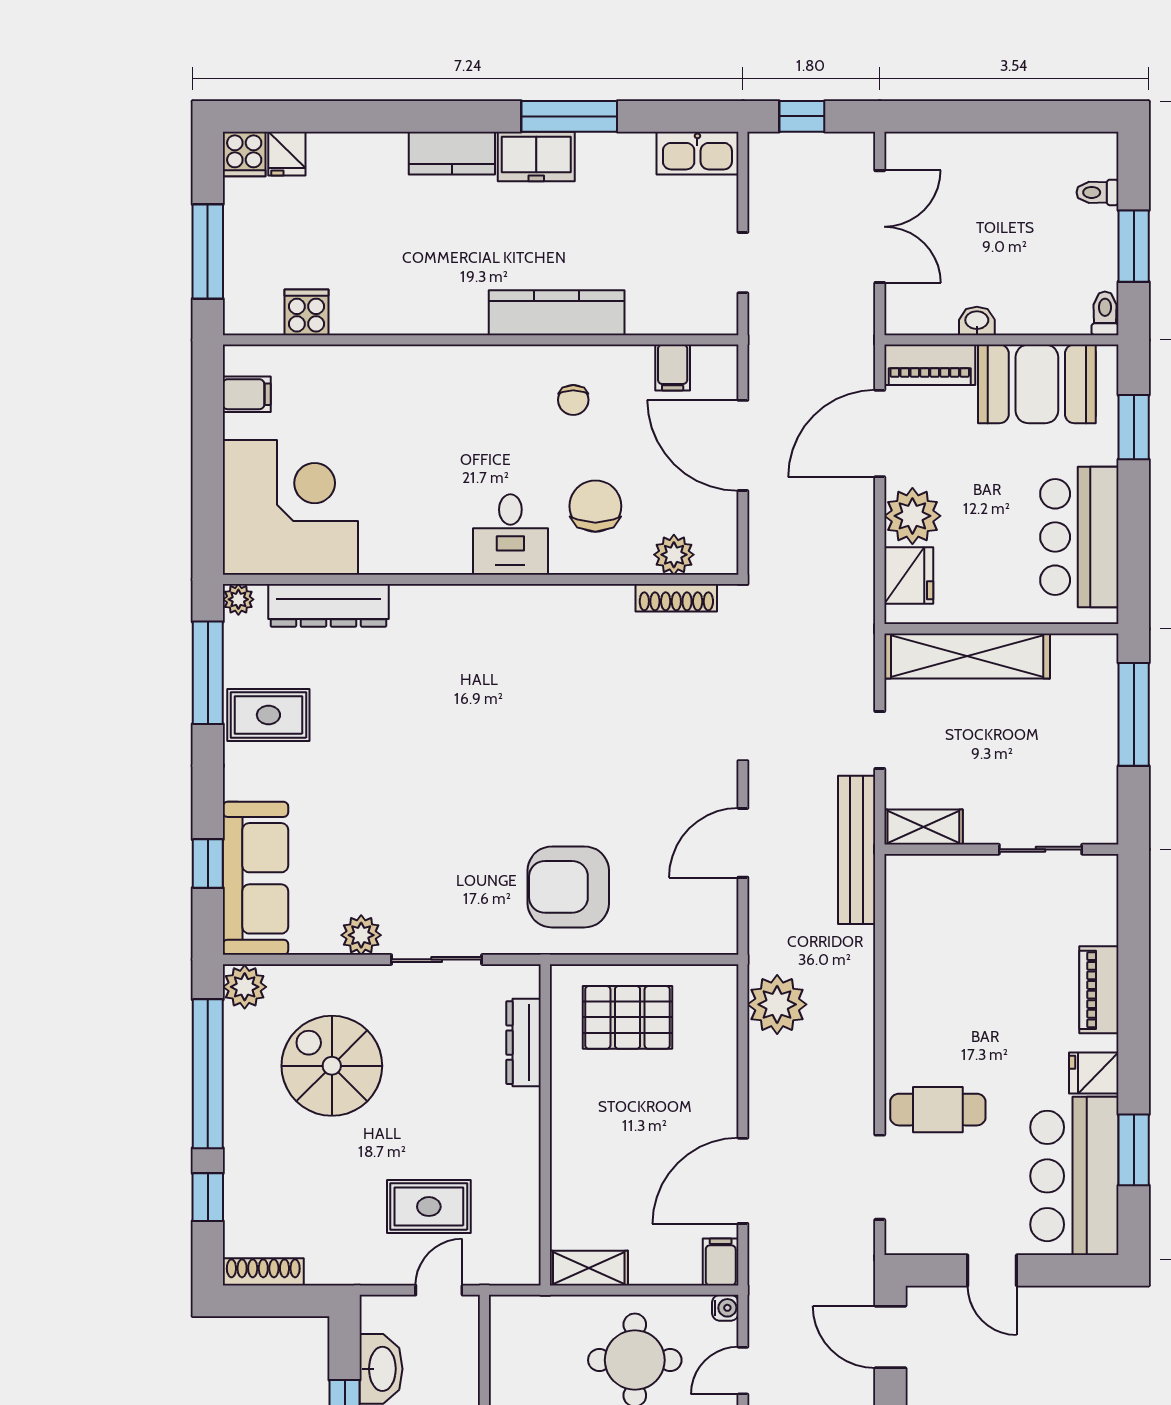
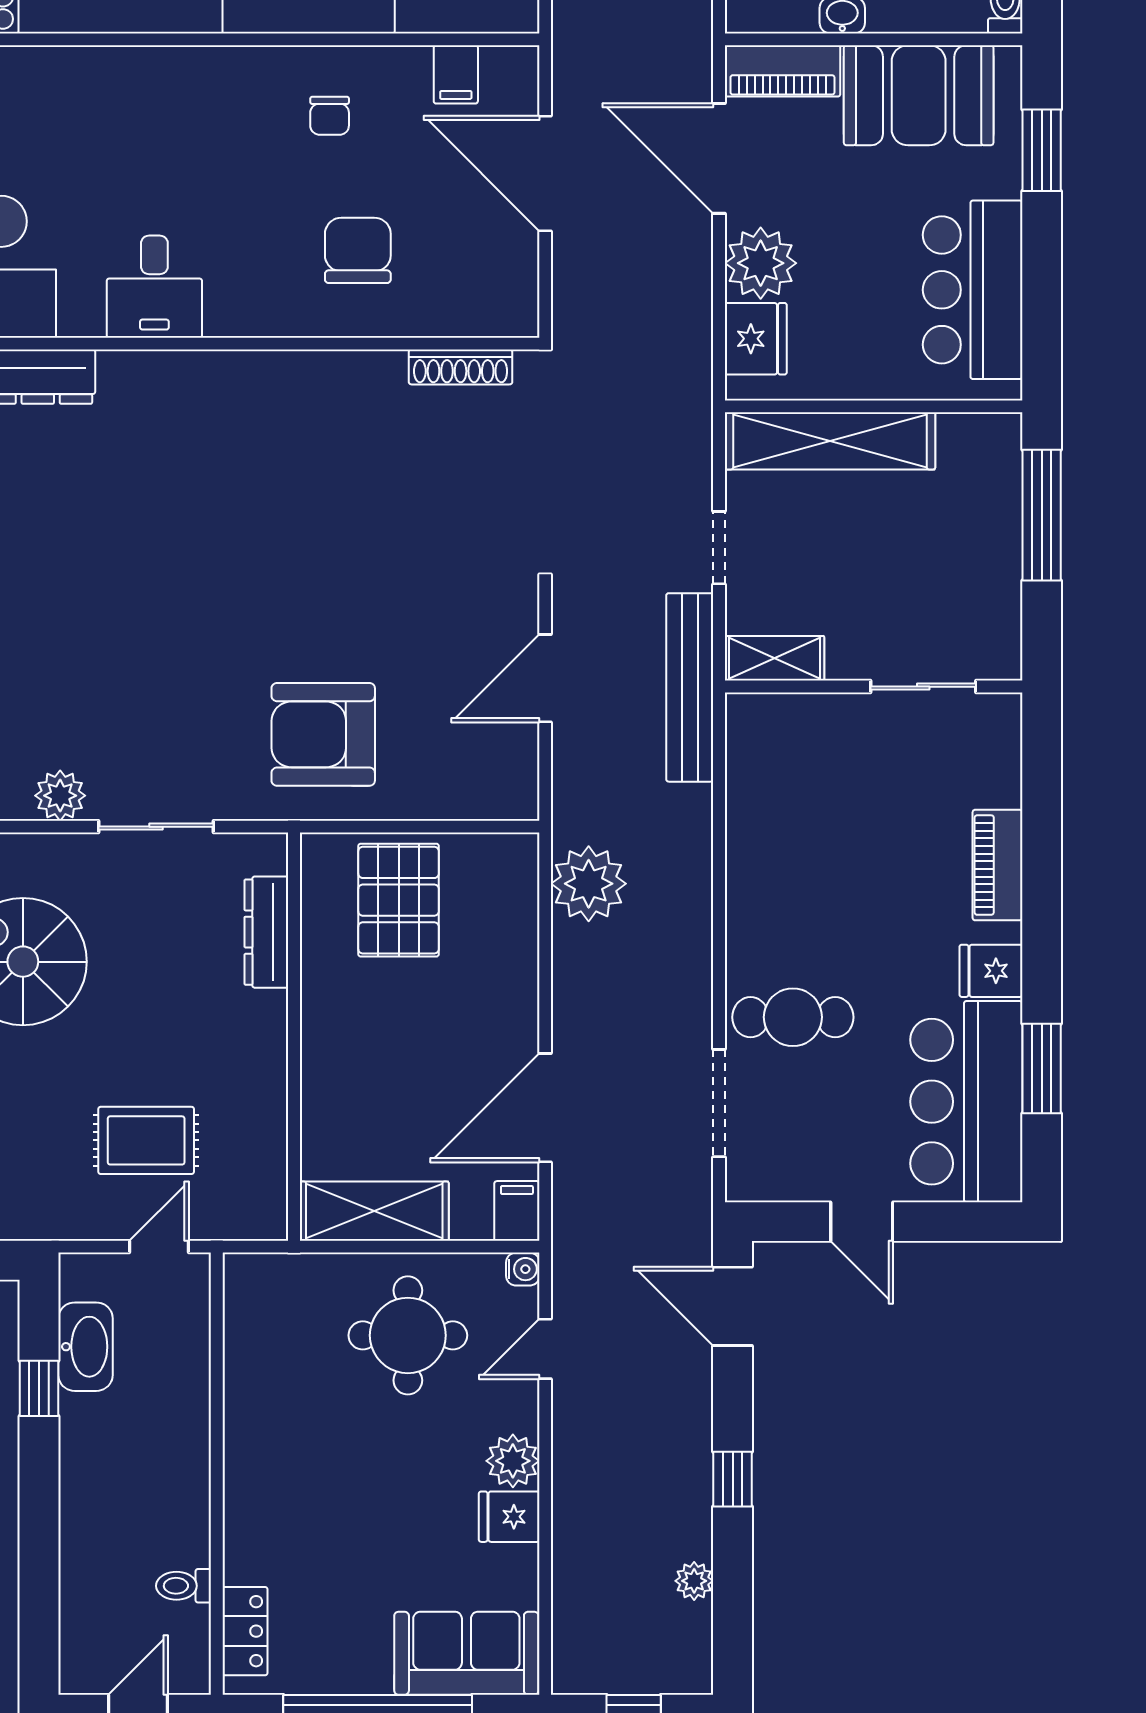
door: (880, 434) -> (719, 158), hinge flipped
desk: (510, 535) -> (154, 287), moved
plant: (674, 555) -> (458, 312), removed
pallet: (627, 1017) -> (399, 900), turned 90
shelving: (589, 1268) -> (374, 1211), width x1.50, depth x1.33

